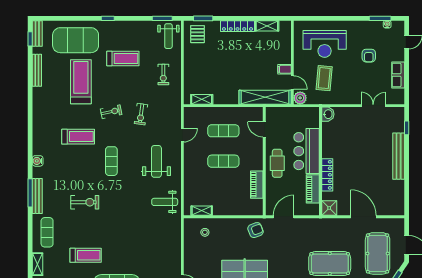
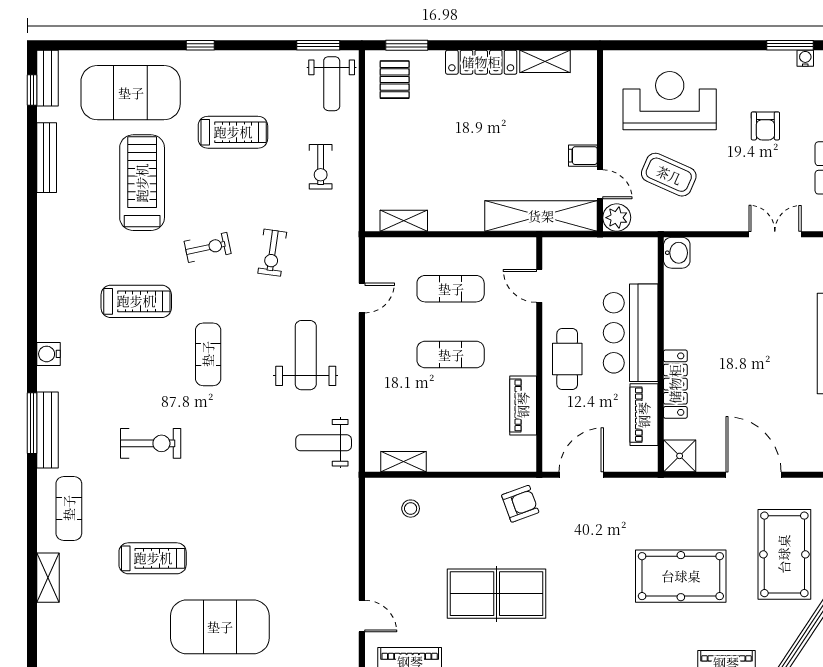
reception desk: (325, 44) -> (670, 101), turned 180
coffee table: (324, 78) -> (669, 175), turned -71

